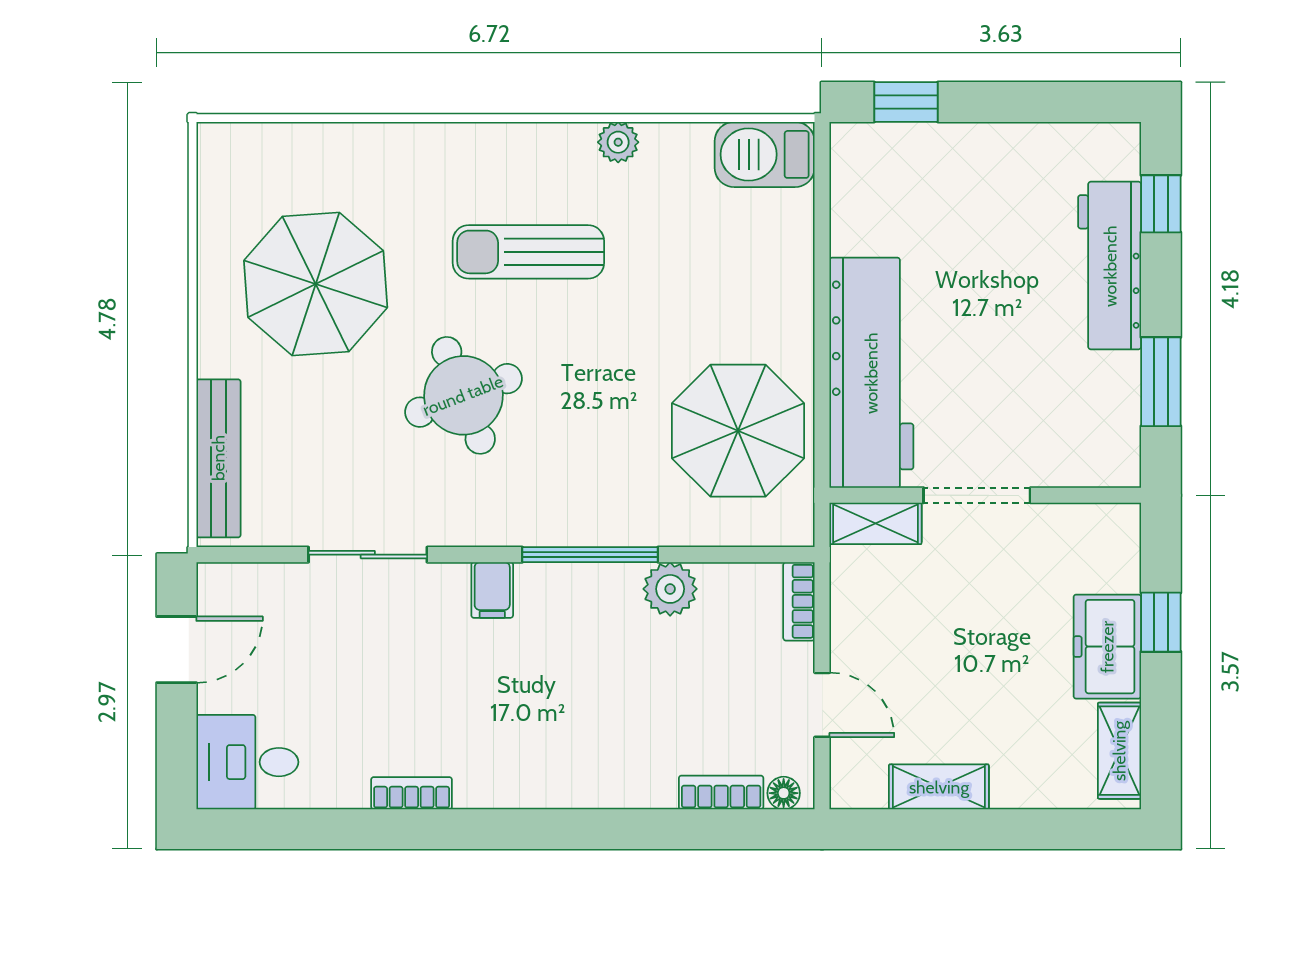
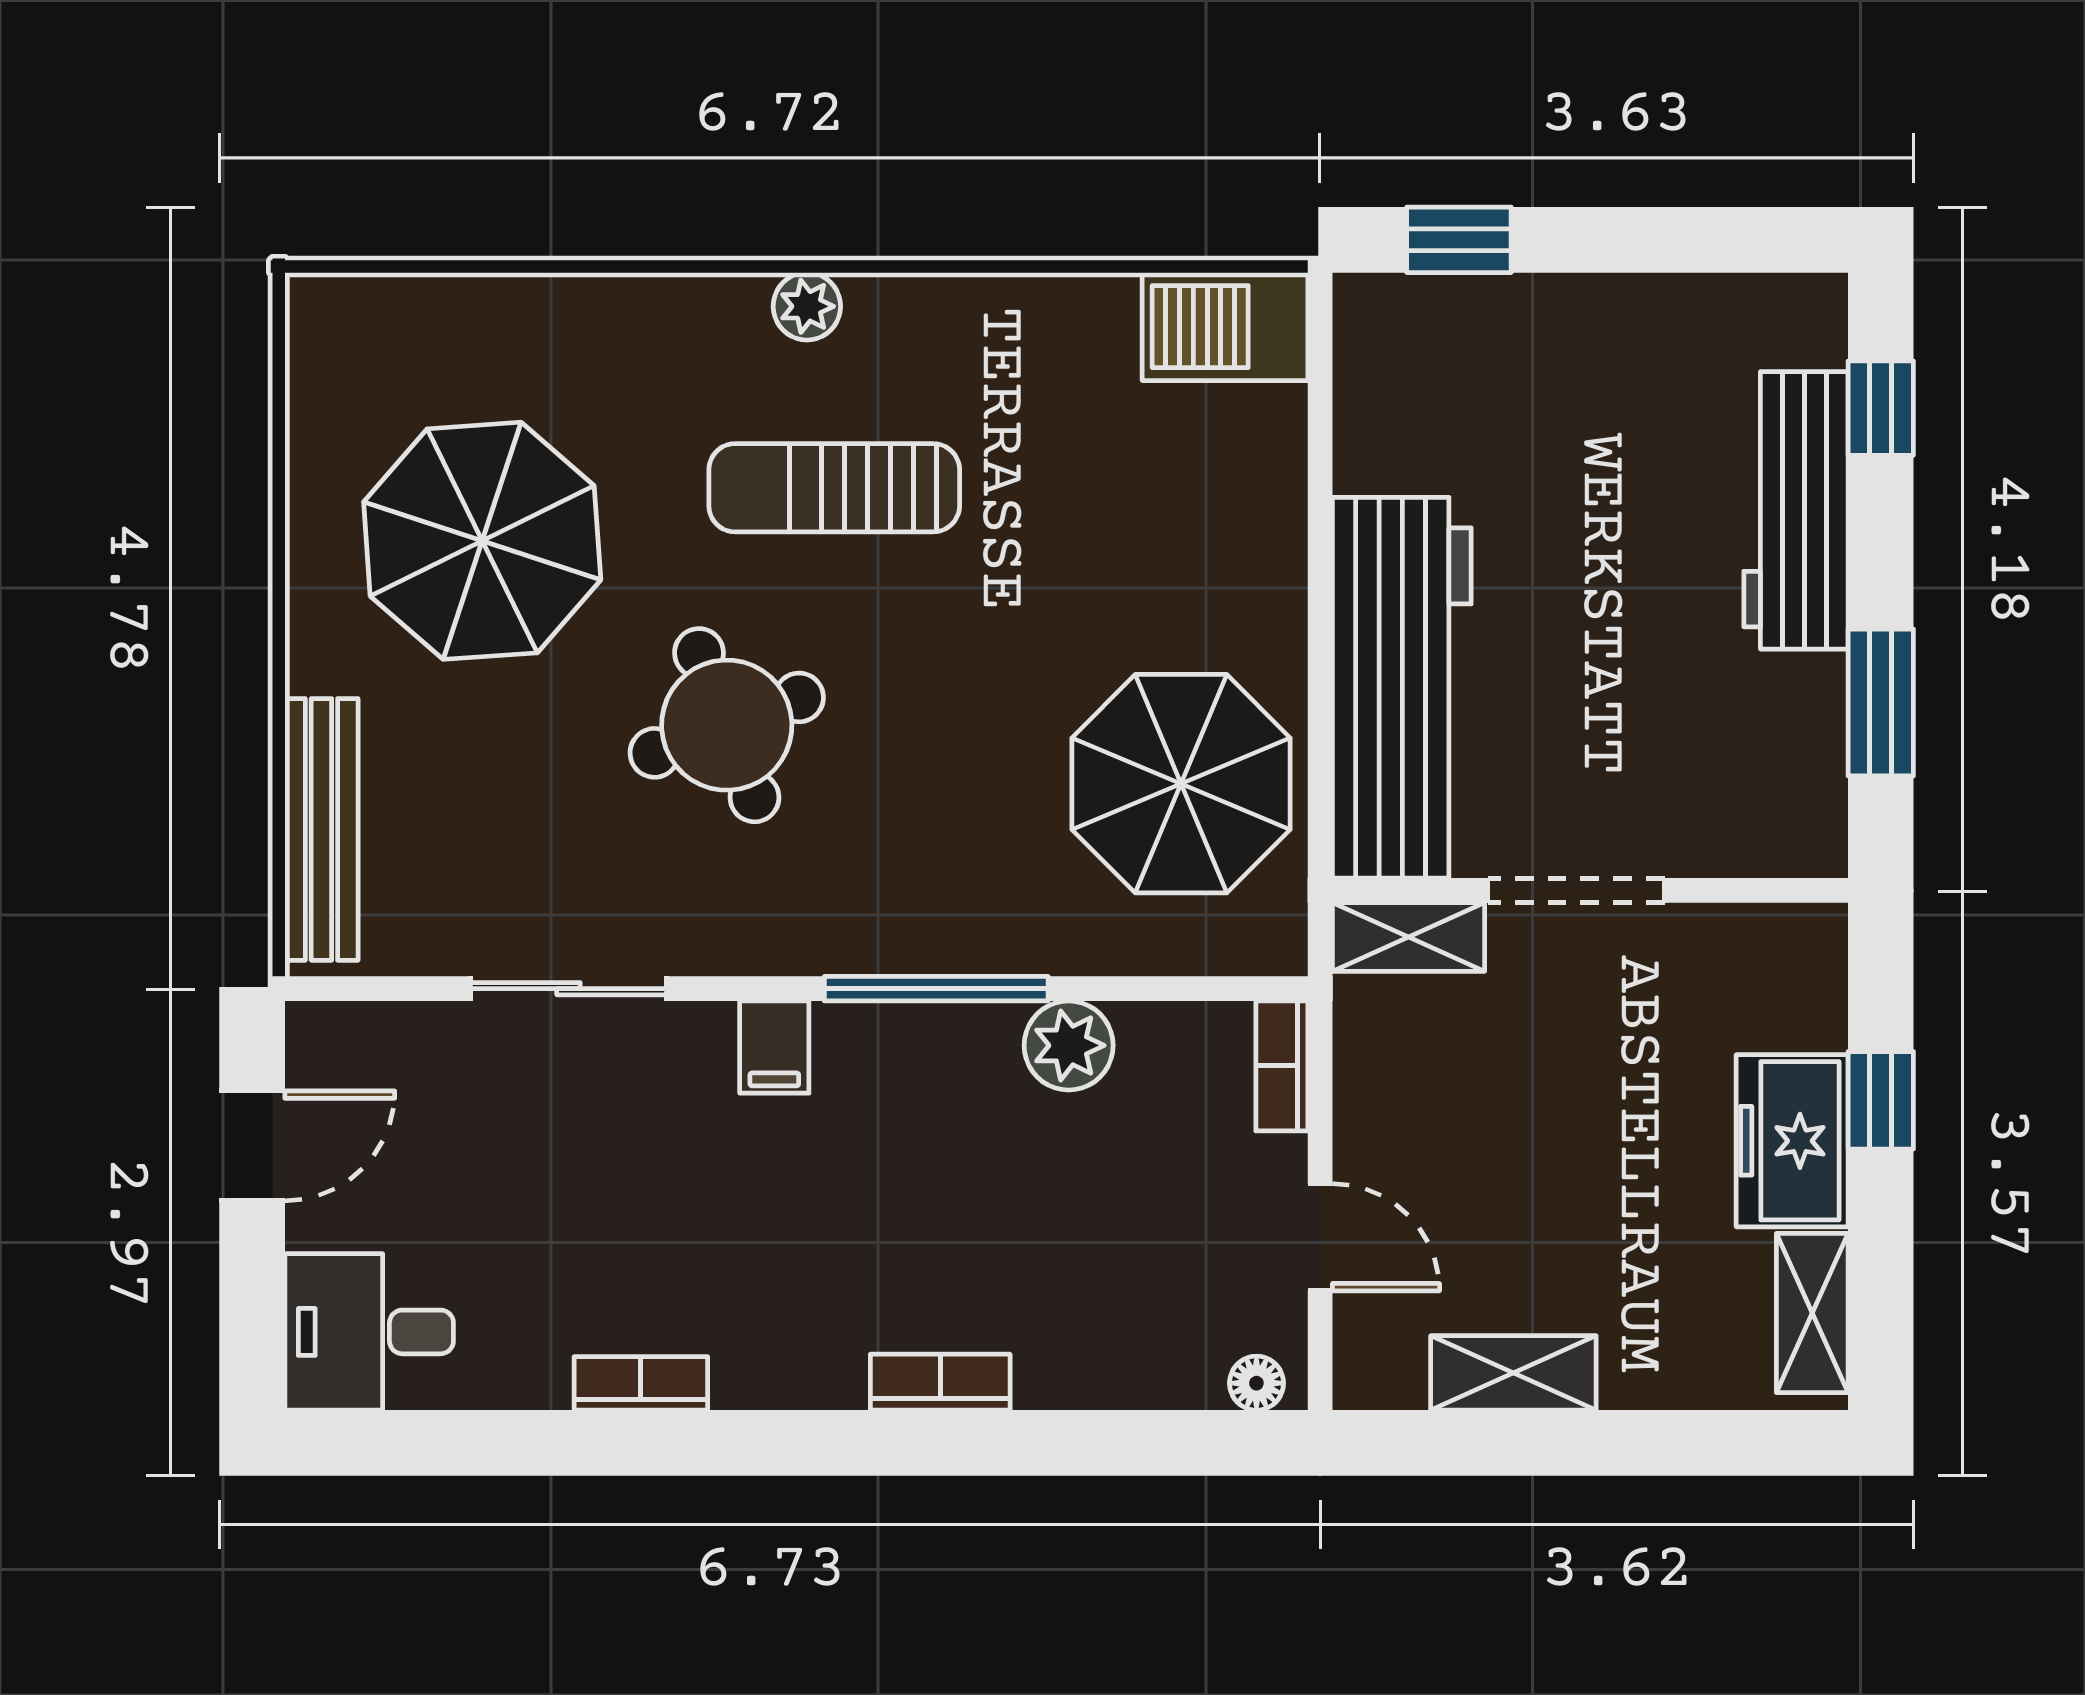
plant: (618, 142) -> (807, 306), moved
bookcase: (721, 792) -> (940, 1382), moved

